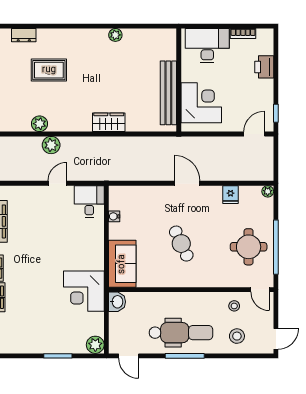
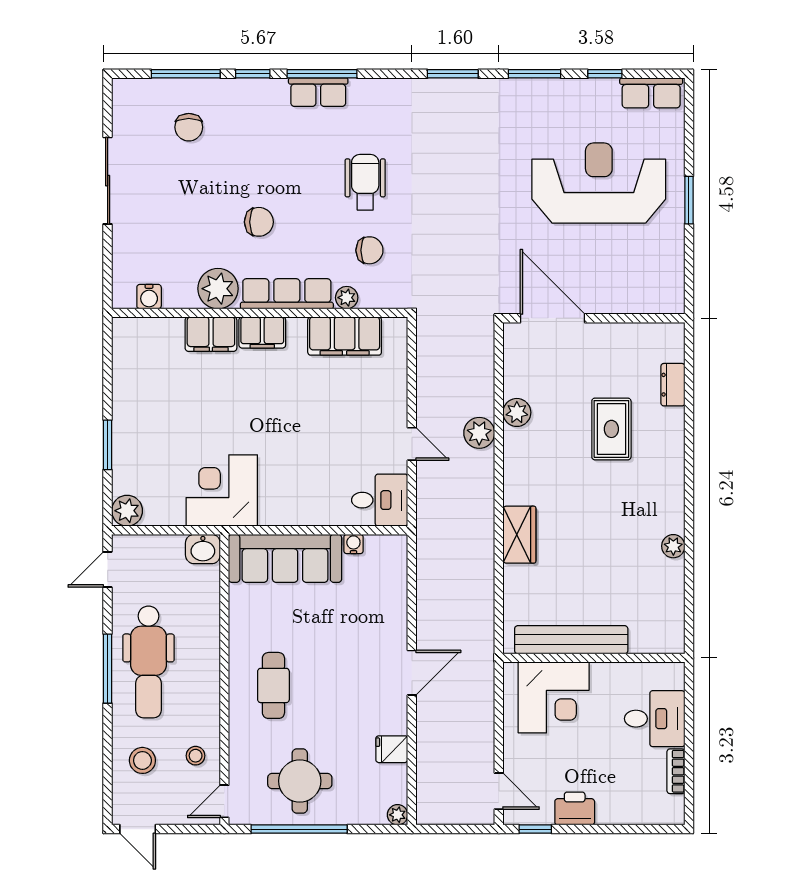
desk: (207, 46) -> (655, 719), width x0.73
printer: (264, 67) -> (575, 809), moved
cafe table: (181, 244) -> (273, 685), moved, turned -65
sofa: (122, 264) -> (285, 558), width x1.36

